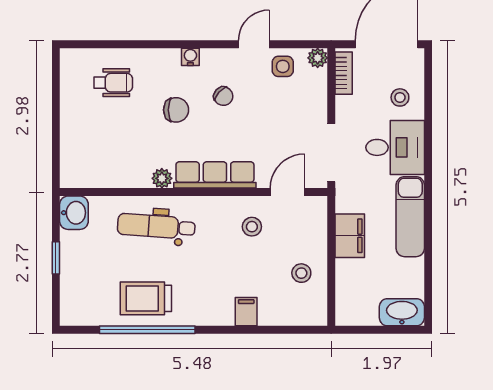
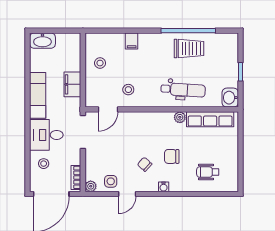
row of seats: (215, 175) -> (210, 119), moved

